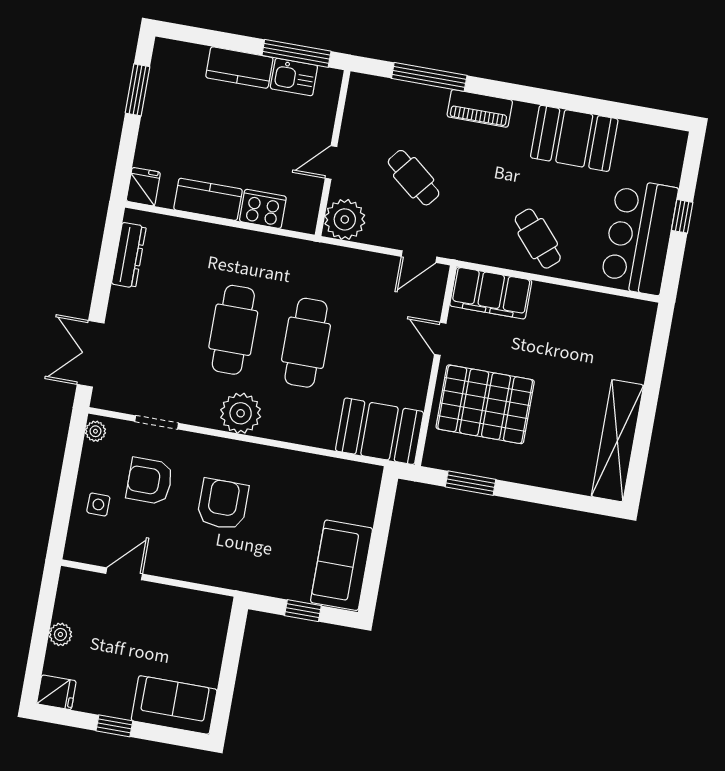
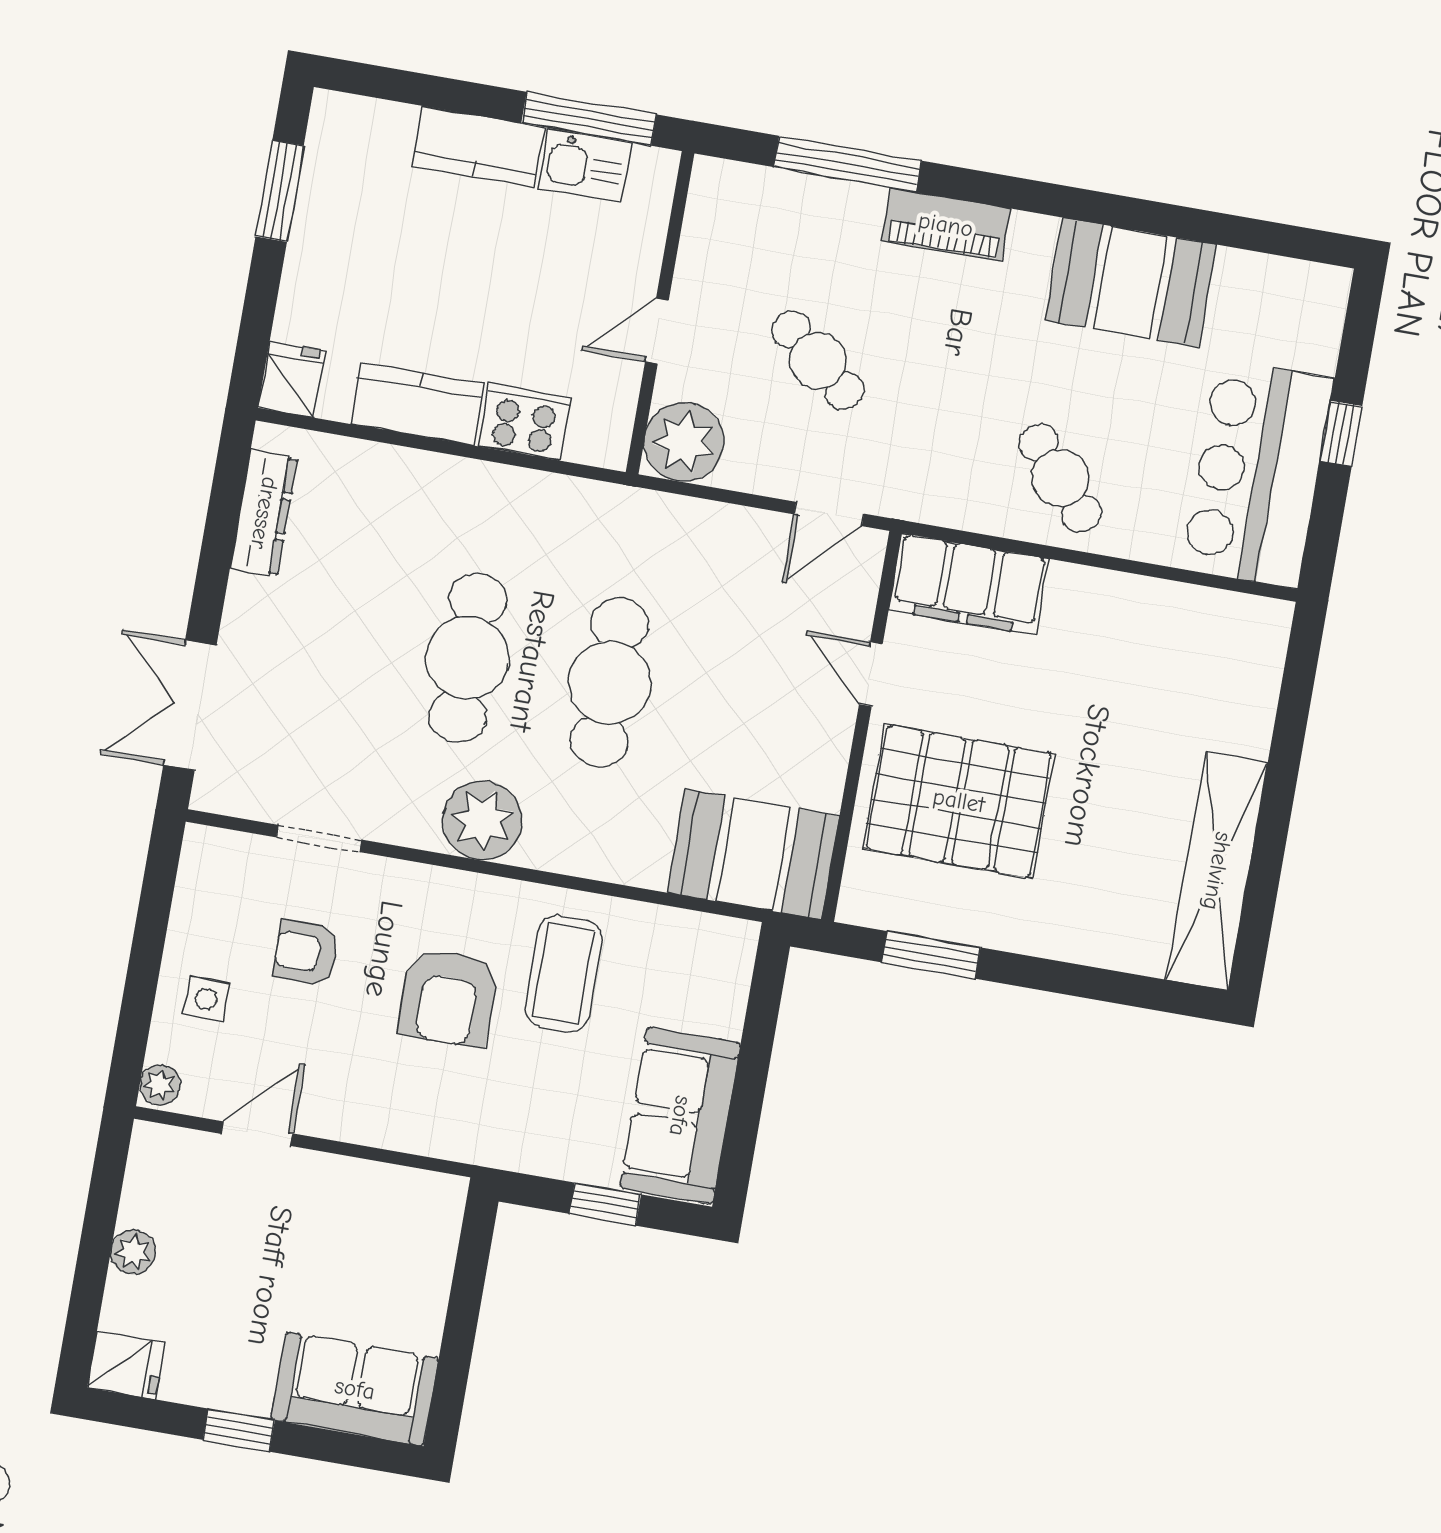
plant: (95, 431) -> (160, 1085), moved
armchair: (150, 481) -> (306, 953), width x0.72, depth x0.72
coffee table: (282, 492) -> (564, 974), added
armchair: (223, 504) -> (448, 997), turned 180

